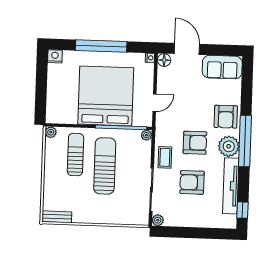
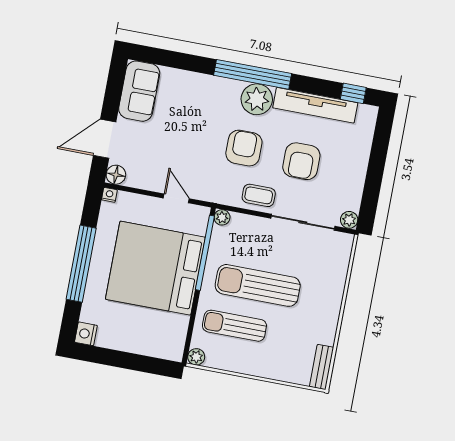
armchair: (226, 117) -> (213, 97), removed

